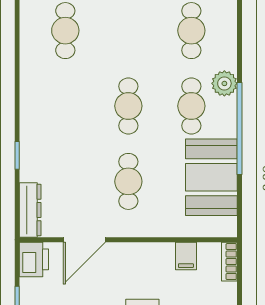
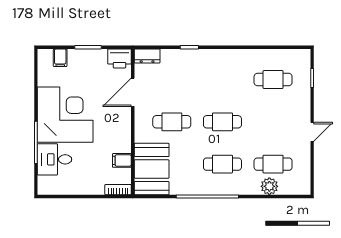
plant: (224, 83) -> (269, 186), moved
booth: (211, 177) -> (152, 169), moved, turned 90
dresser: (30, 210) -> (147, 56), width x0.70
door: (84, 240) -> (133, 92), hinge flipped

